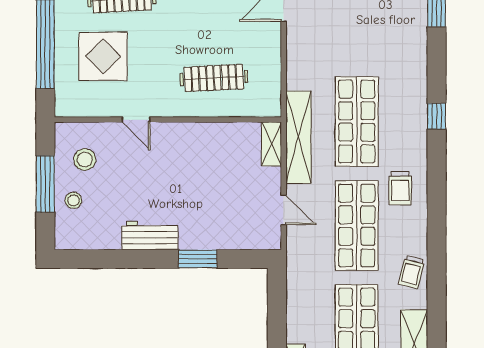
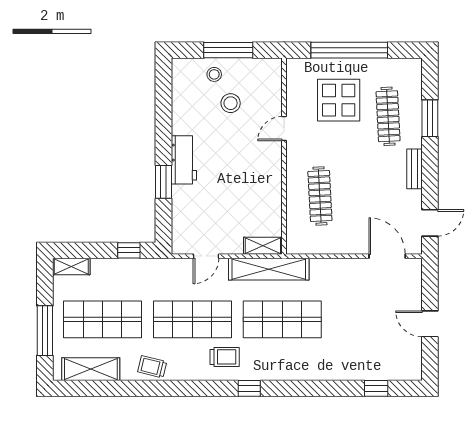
window: (437, 116) -> (249, 388), moved
stool: (85, 159) -> (231, 103), moved
trolley: (400, 188) -> (225, 357), turned 180
workbench: (150, 235) -> (184, 160), moved
window: (277, 299) -> (129, 250), added

